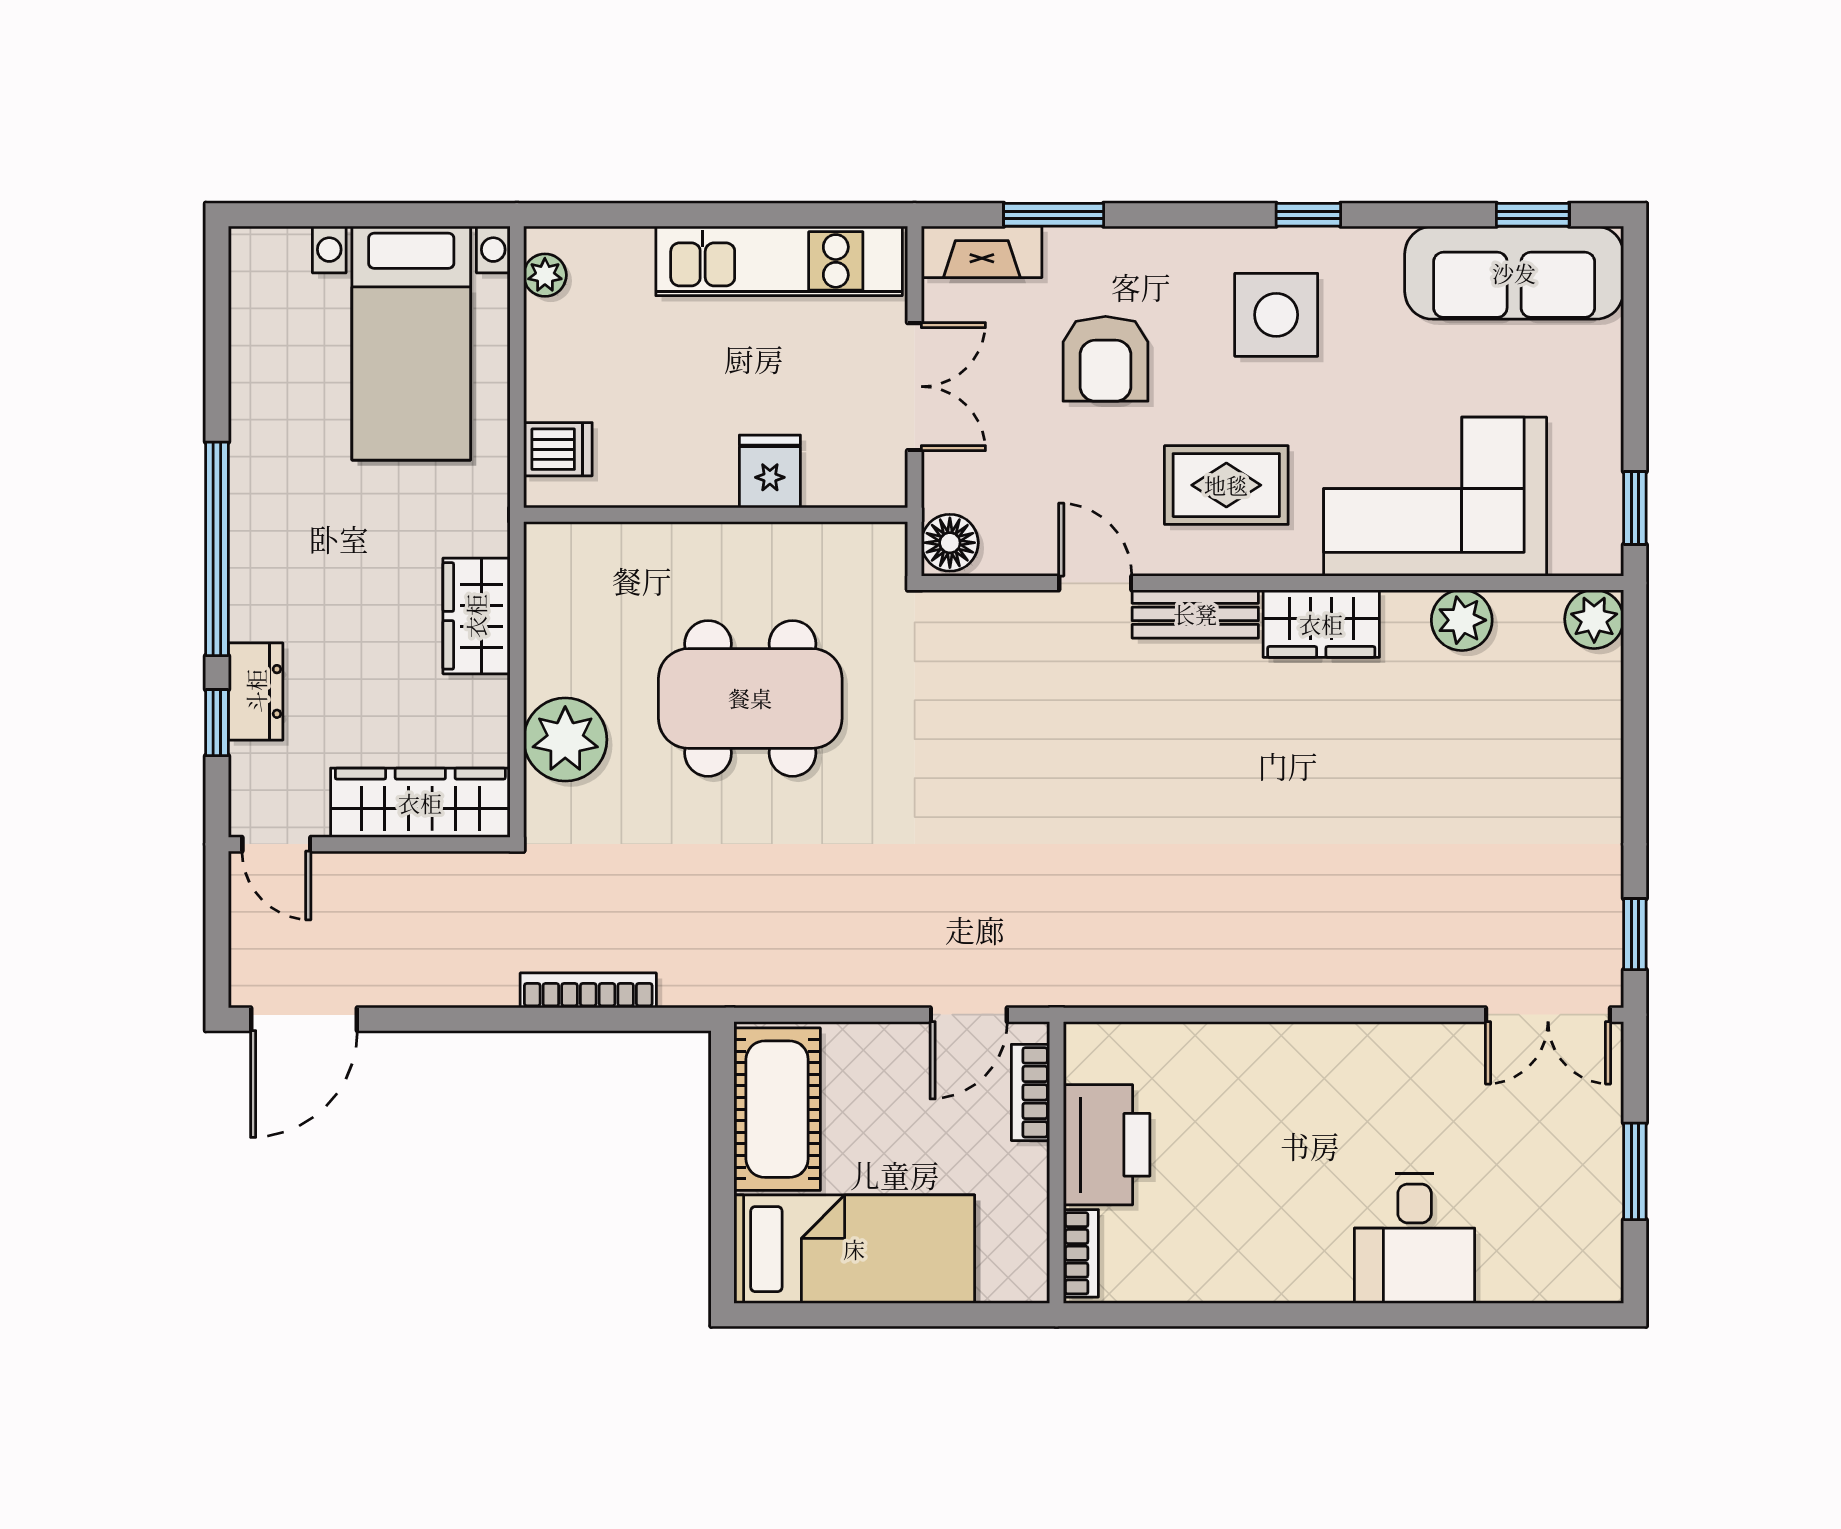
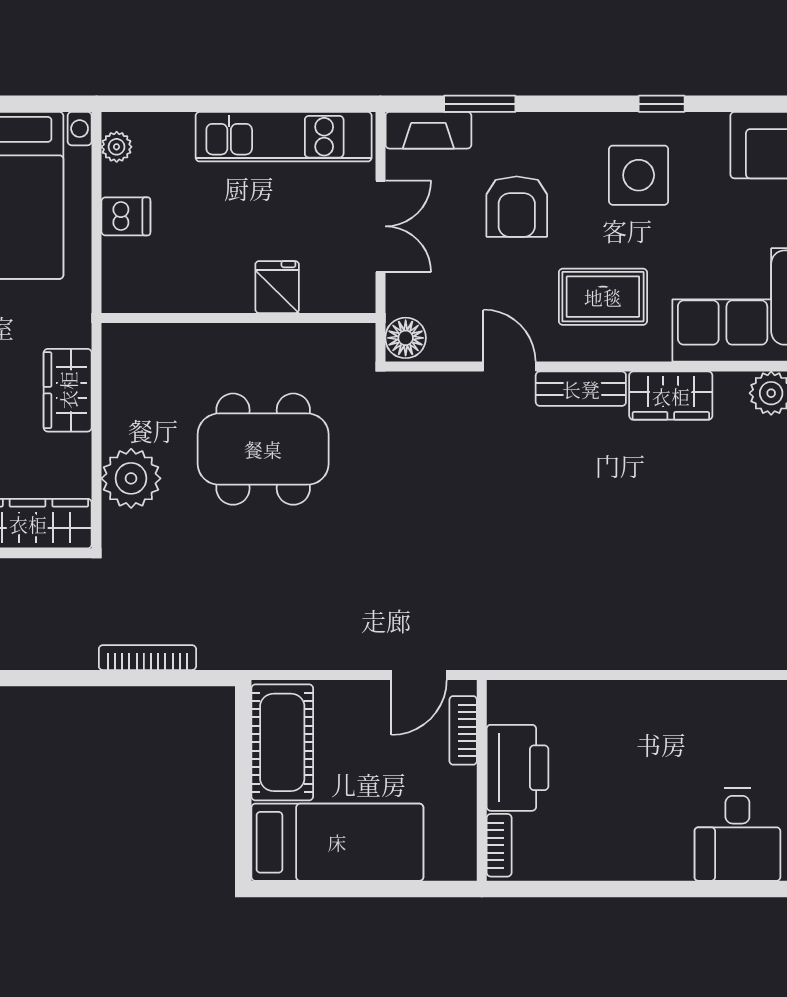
dishwasher: (558, 449) -> (126, 216), moved

